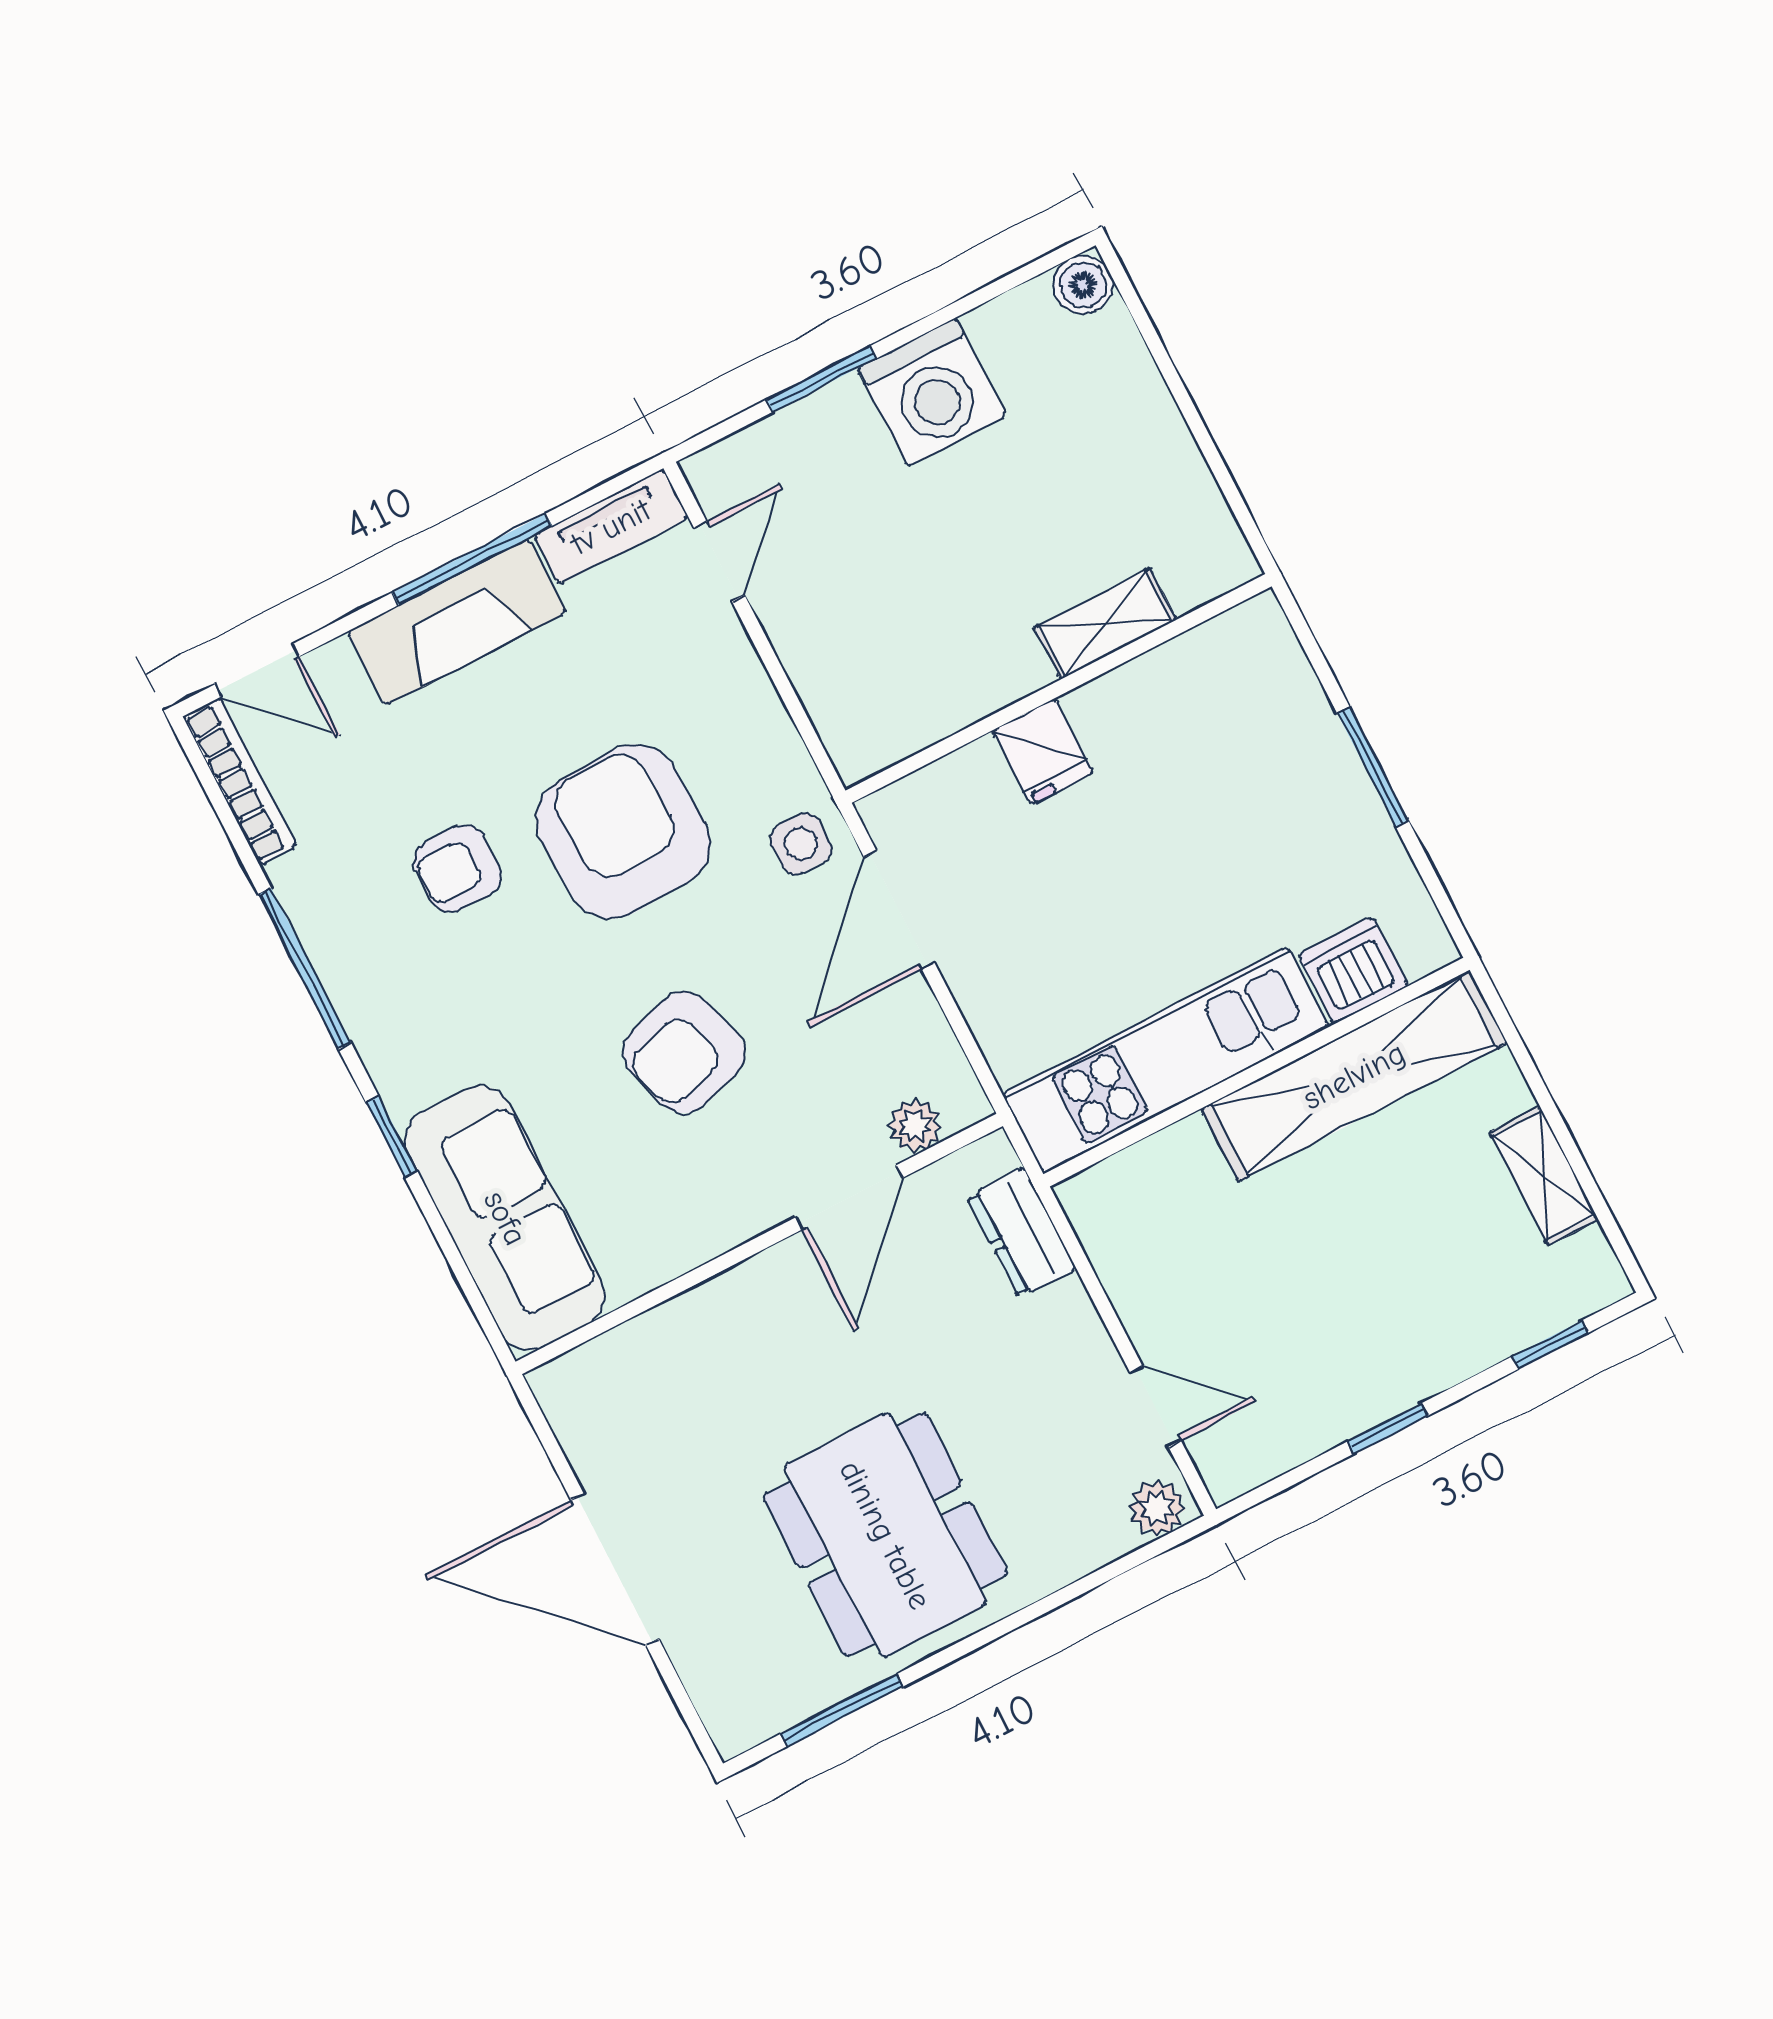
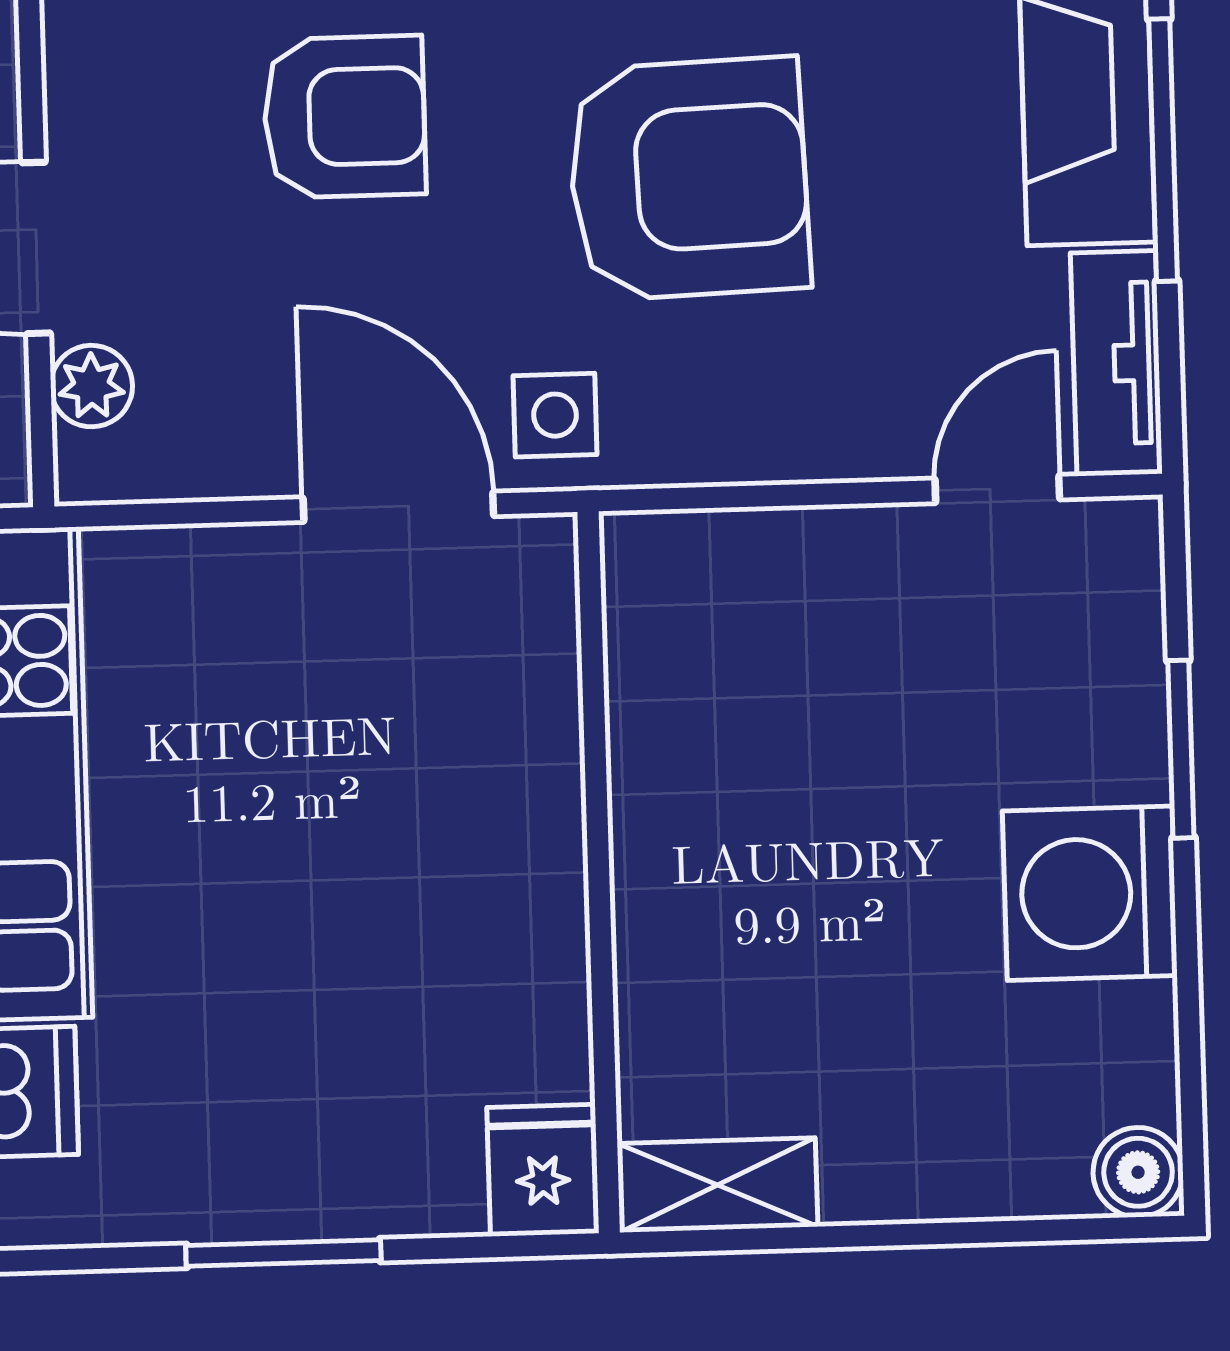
door: (719, 561) -> (997, 489), swing flipped
shelving: (1105, 624) -> (718, 1185), moved, turned 90
fridge: (1043, 752) -> (543, 1170), moved, turned 90
armchair: (684, 1052) -> (345, 117), turned 107

